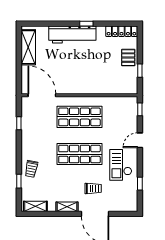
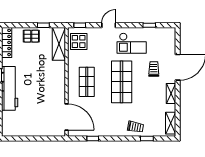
shelving: (28, 47) -> (59, 44), moved, turned 90
door: (42, 95) -> (67, 117), swing flipped
display table: (123, 108) -> (79, 41), added
shop shelf: (79, 117) -> (87, 82), width x0.70, depth x0.74
door: (140, 140) -> (109, 25), swing flipped

